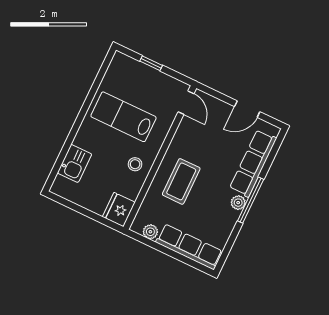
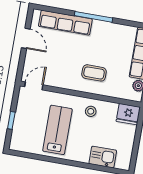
lab bench: (123, 117) -> (57, 130), turned 180
coffee table: (181, 181) -> (94, 73), width x0.73, depth x0.77
plant: (238, 203) -> (98, 26), removed

